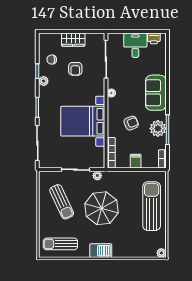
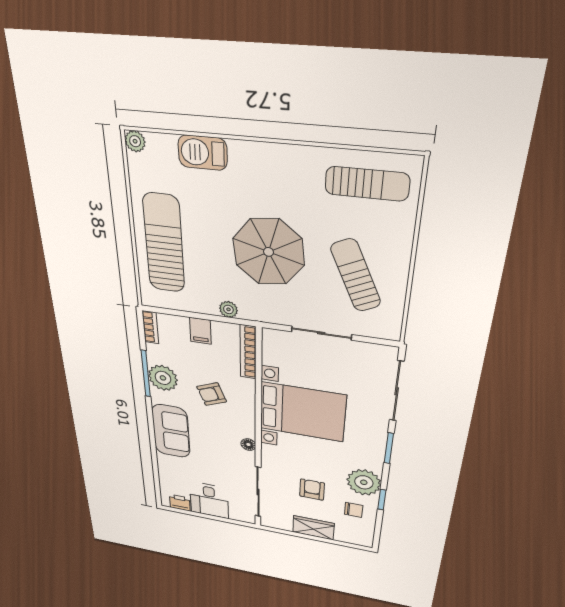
plant: (44, 81) -> (364, 482), width x1.87, depth x1.87
plant: (97, 176) -> (228, 309), moved
sun lounger: (152, 206) -> (164, 244), turned 180
barbecue: (101, 251) -> (203, 153), moved

